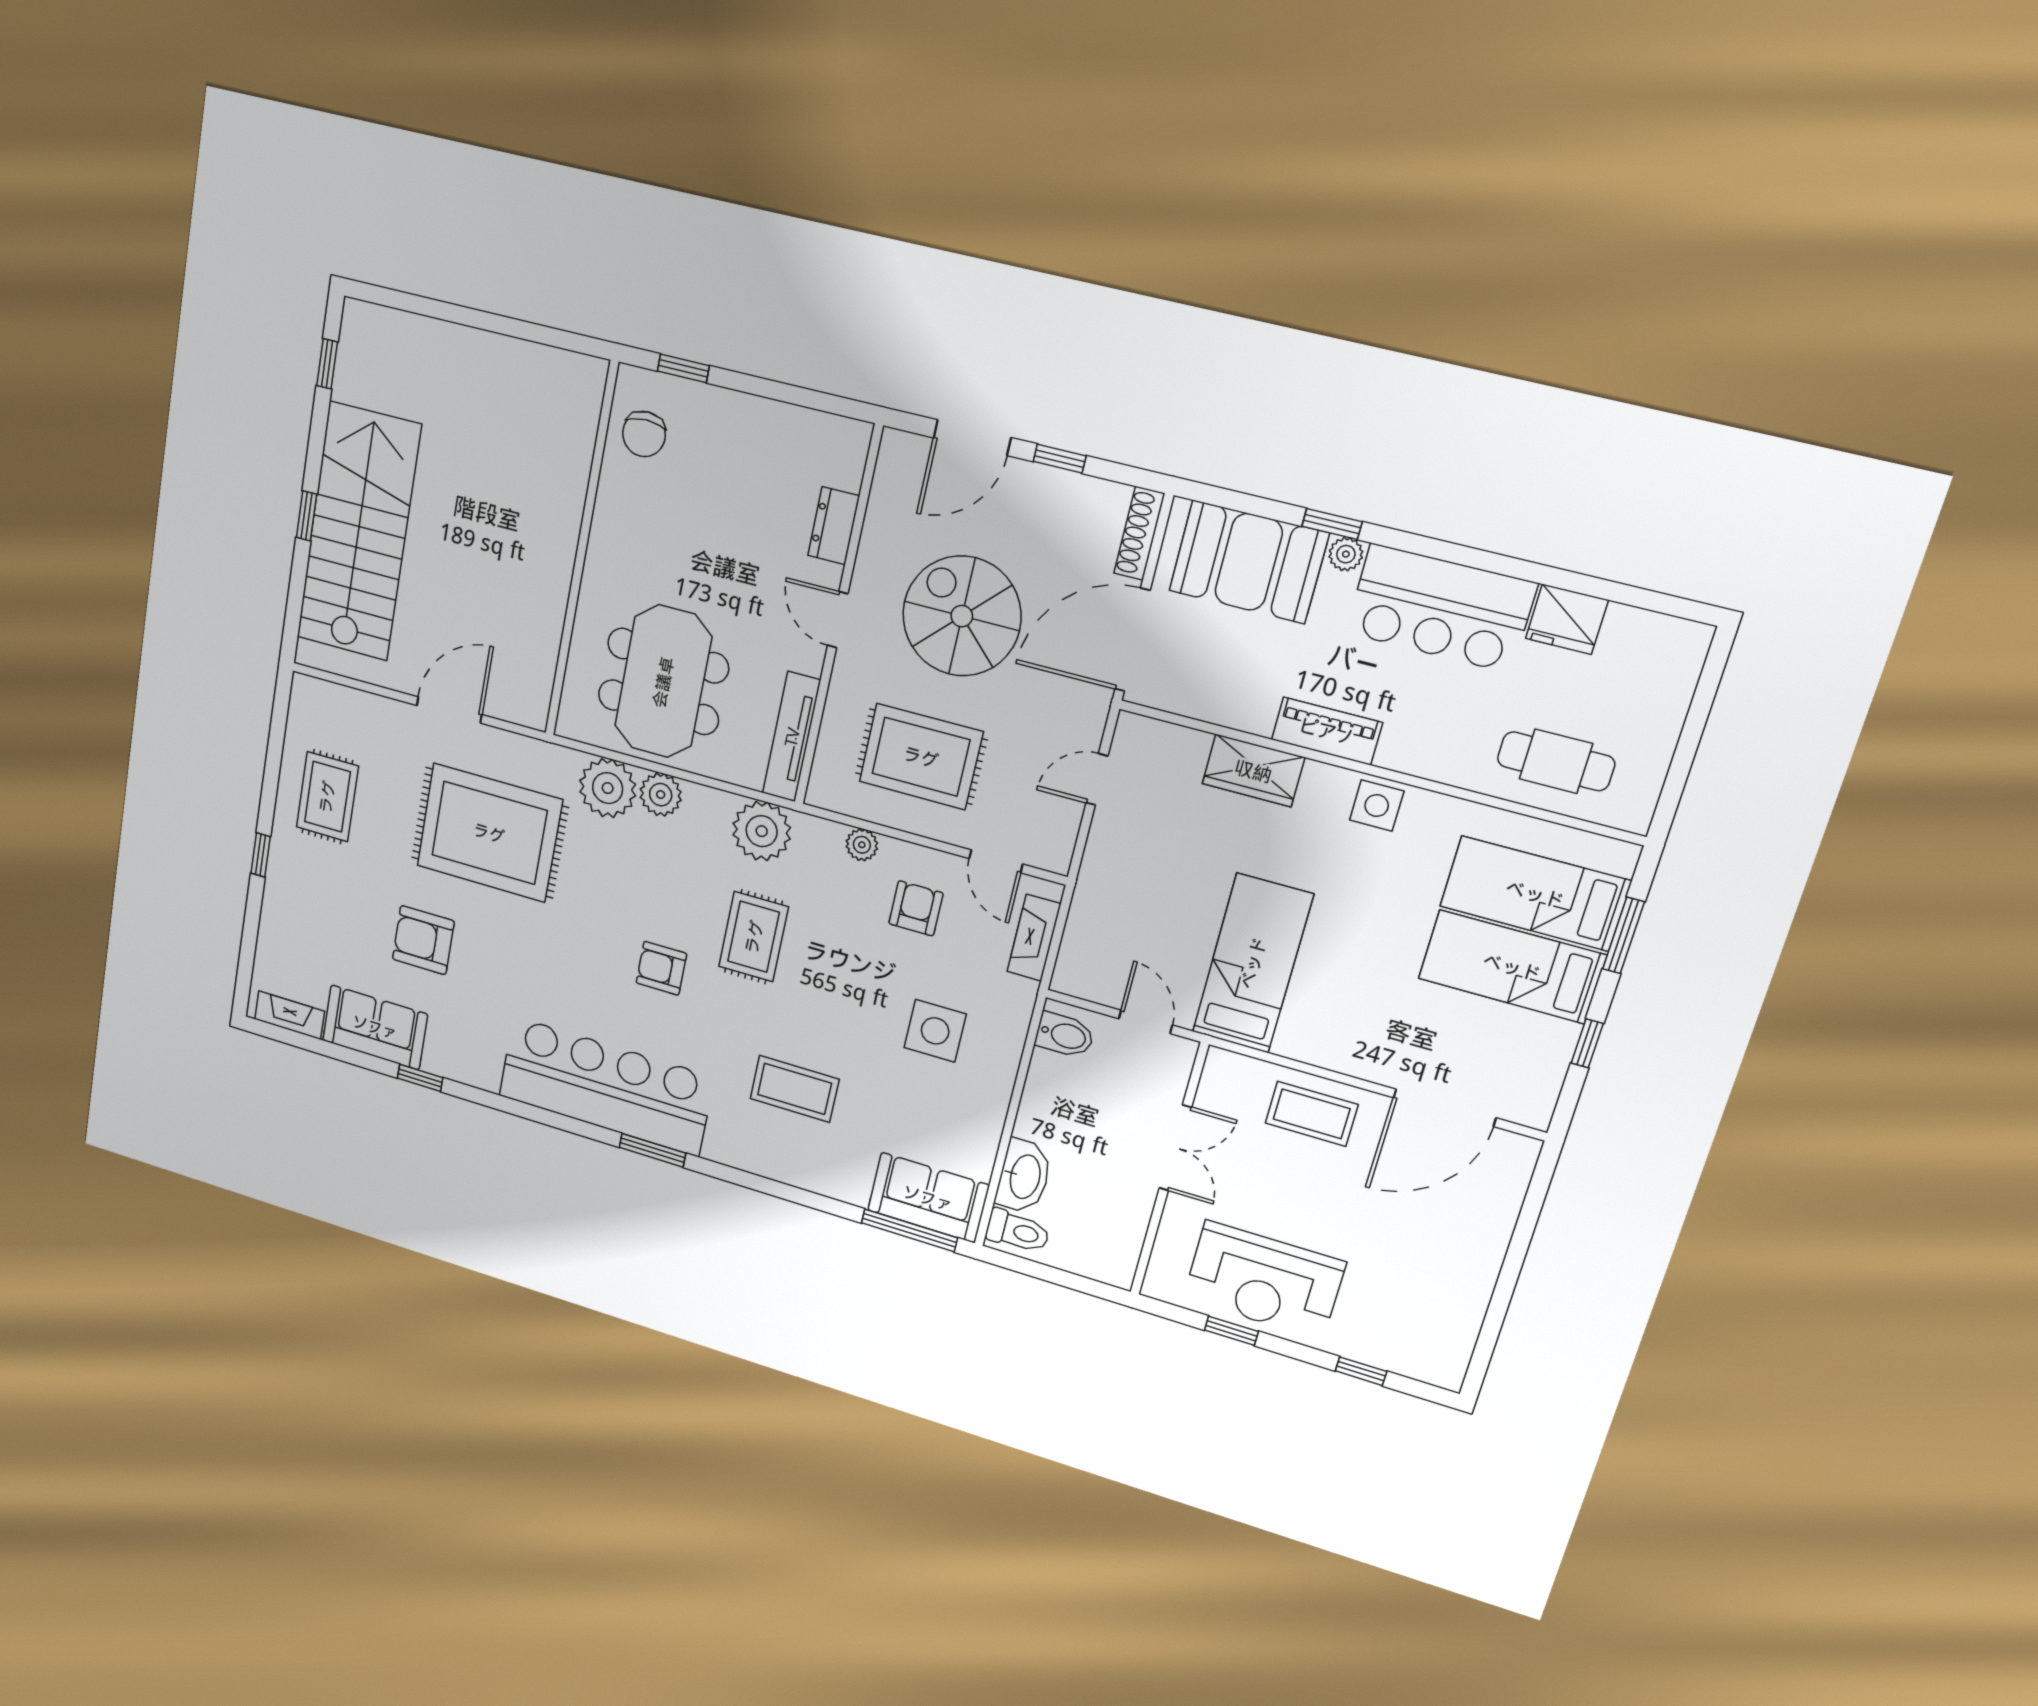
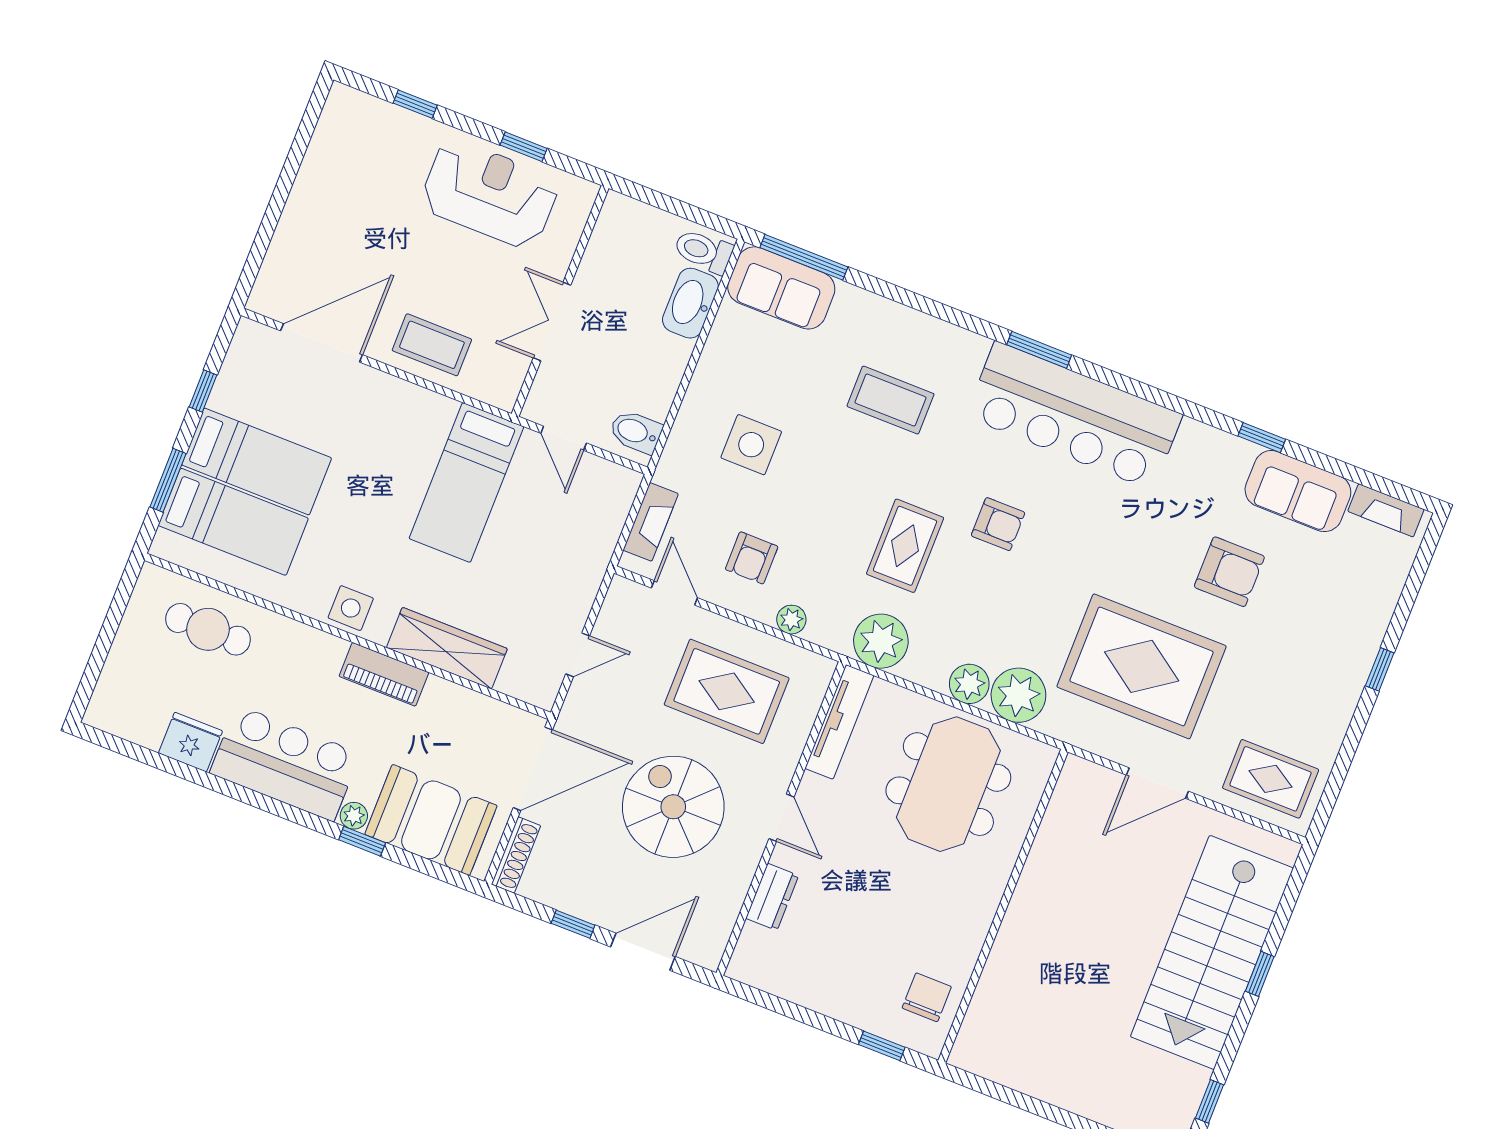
spiral stairs: (962, 616) -> (673, 807), turned 180
wardrobe: (1253, 771) -> (447, 648), width x1.50
rug: (327, 797) -> (1271, 779), moved, turned 90

